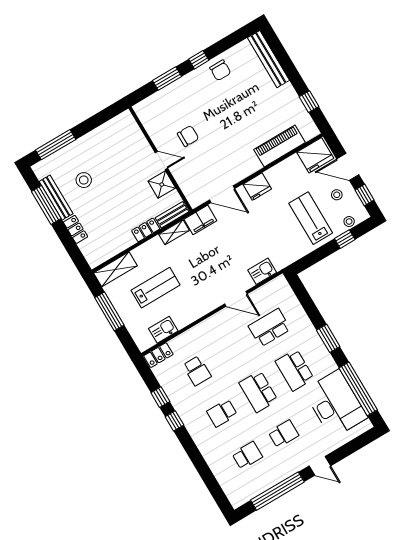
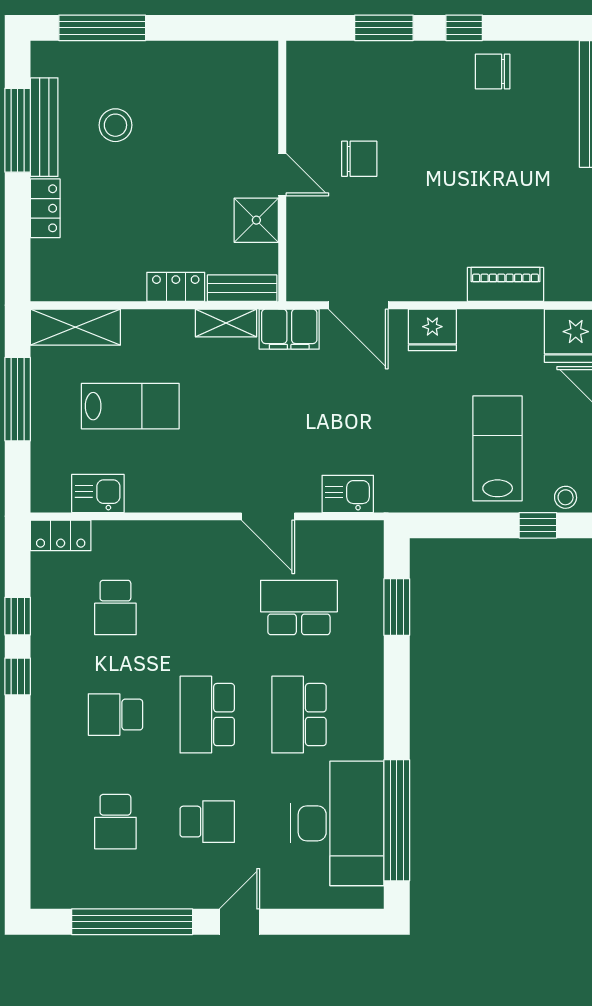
chair: (220, 70) -> (493, 71), turned 90
piano: (280, 146) -> (505, 284), width x0.73, depth x0.75
stool: (337, 195) -> (572, 434), removed
window: (328, 338) -> (397, 607), moved
school desk: (247, 455) -> (115, 822), turned 90
door: (320, 466) -> (240, 922), swing flipped

